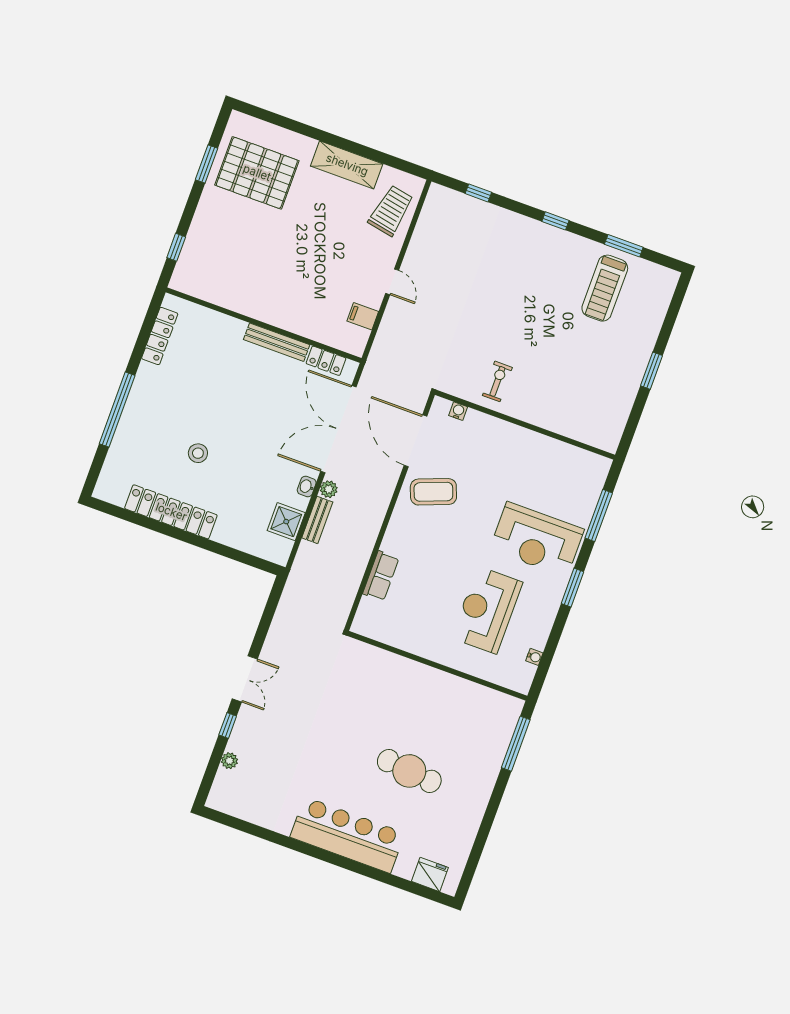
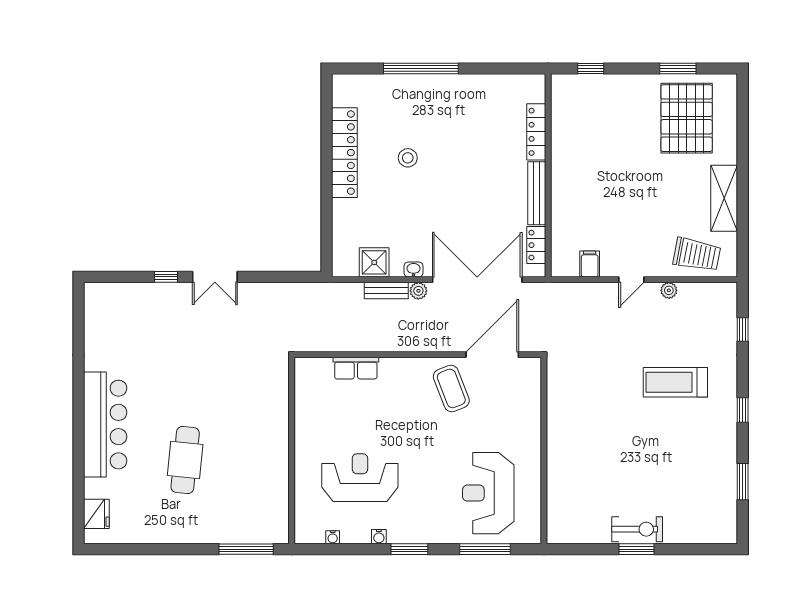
treadmill: (605, 288) -> (675, 382), moved
locker: (160, 336) -> (536, 132), moved, turned 90
exercise bike: (497, 381) -> (637, 529), moved, width x1.38, depth x1.39
water cooler: (458, 411) -> (379, 537), moved, turned 90
reception desk: (537, 539) -> (488, 493), moved
plant: (229, 761) -> (669, 290), moved

